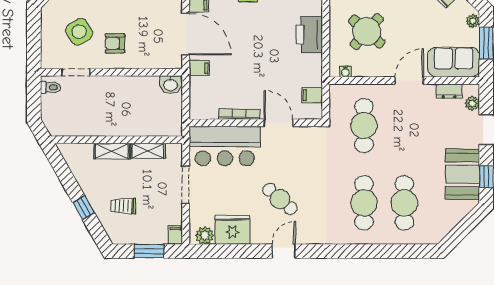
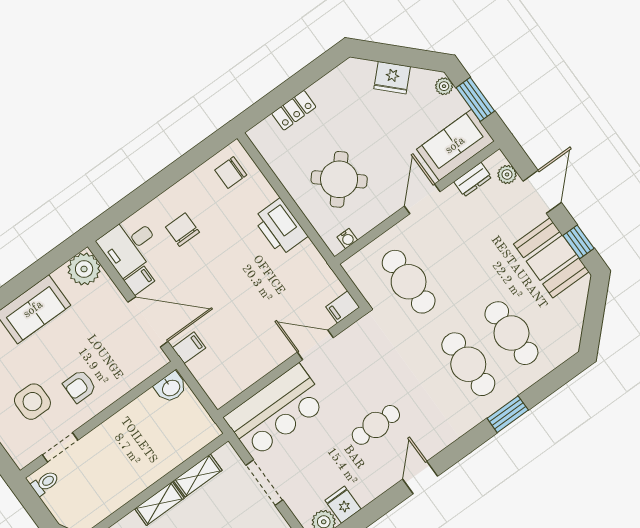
side table: (79, 32) -> (32, 402), turned 32
filing cabinet: (312, 95) -> (343, 307), moved
bookcase: (239, 114) -> (267, 366), removed
cafe table: (280, 199) -> (376, 425), turned -41
fridge: (232, 230) -> (343, 505), width x0.53, depth x0.75
window: (366, 251) -> (508, 414), added

